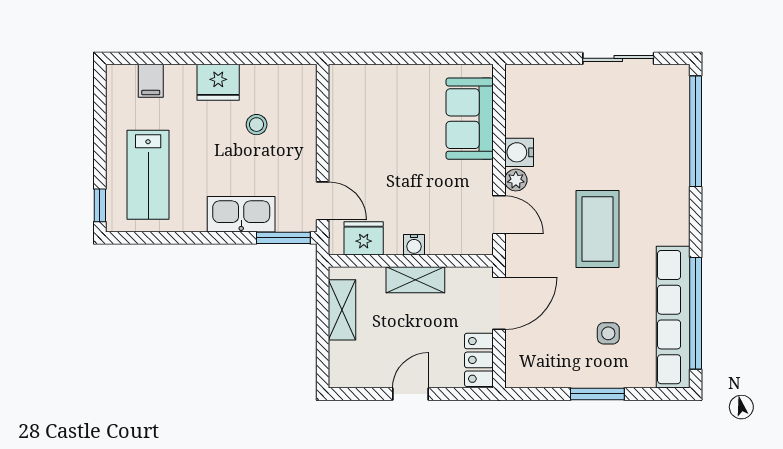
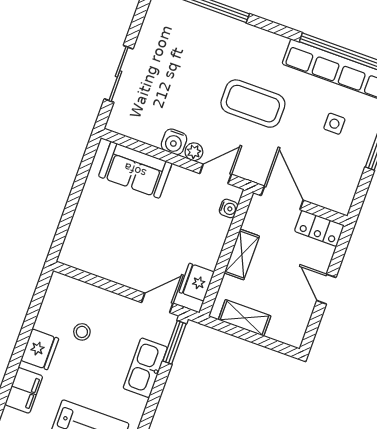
sliding door: (618, 58) -> (119, 74), moved
filing cabinet: (151, 81) -> (24, 390), width x2.00
water cooler: (414, 245) -> (229, 208), moved

